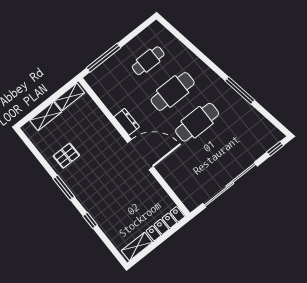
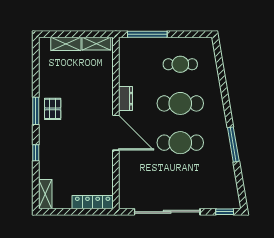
pallet: (66, 156) -> (53, 109), moved, turned 90
shelving: (137, 246) -> (45, 194), moved, turned 90

